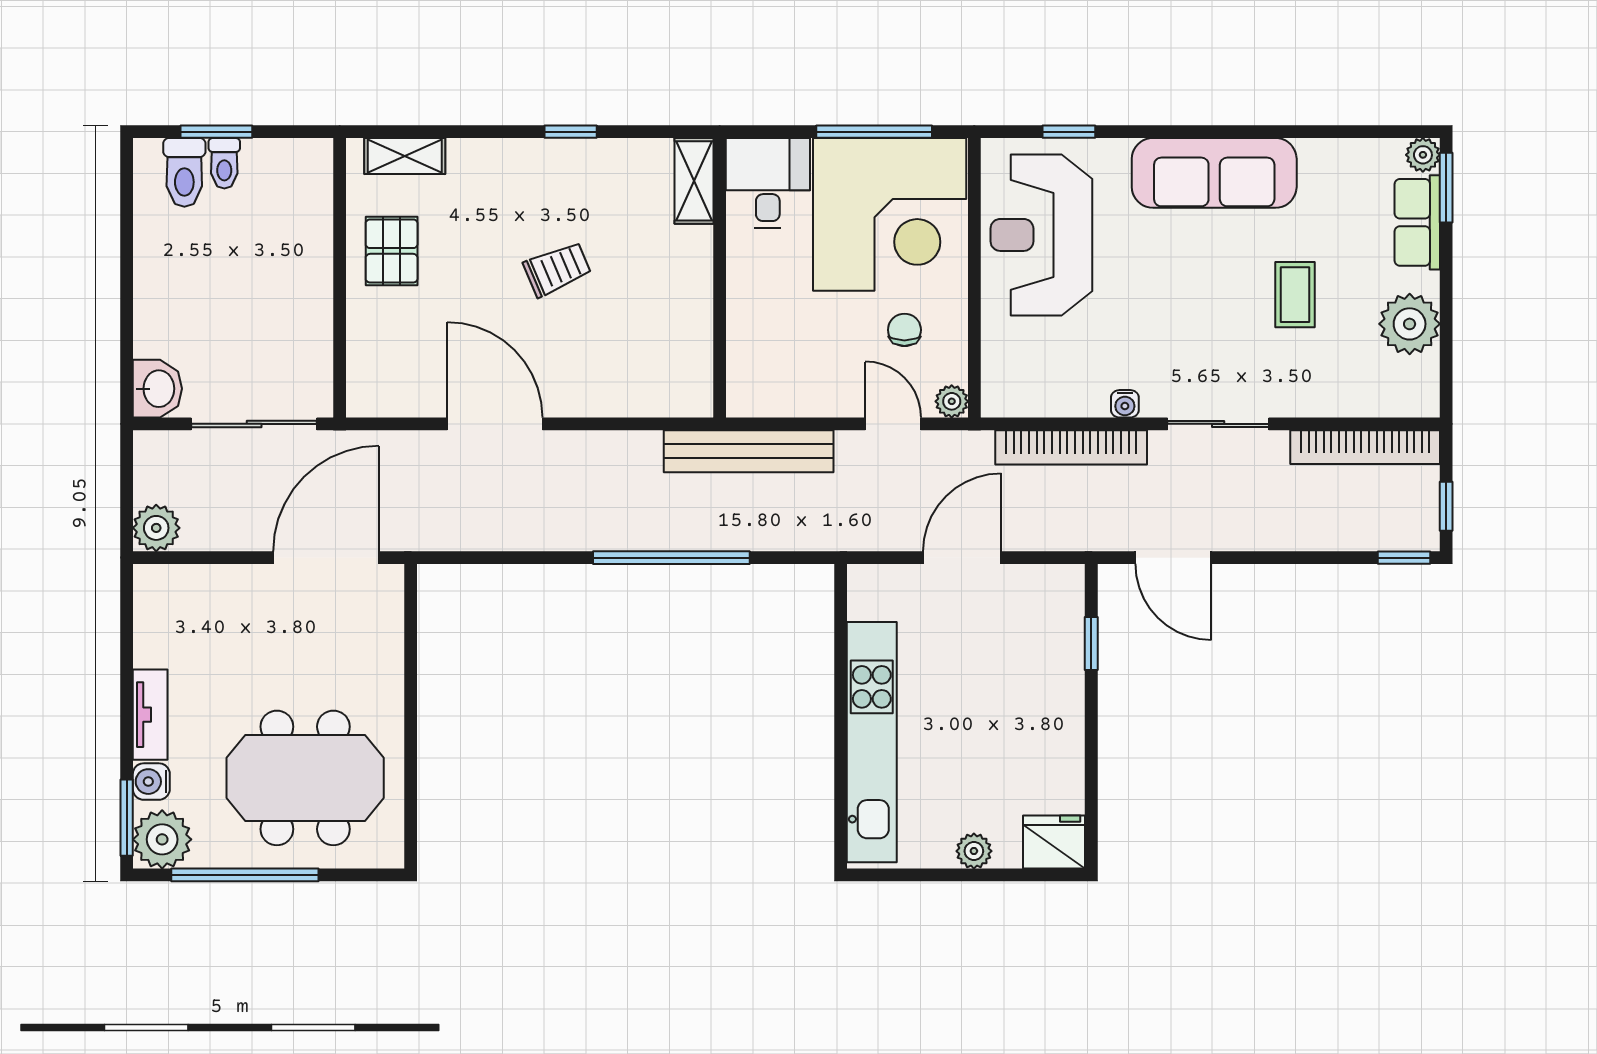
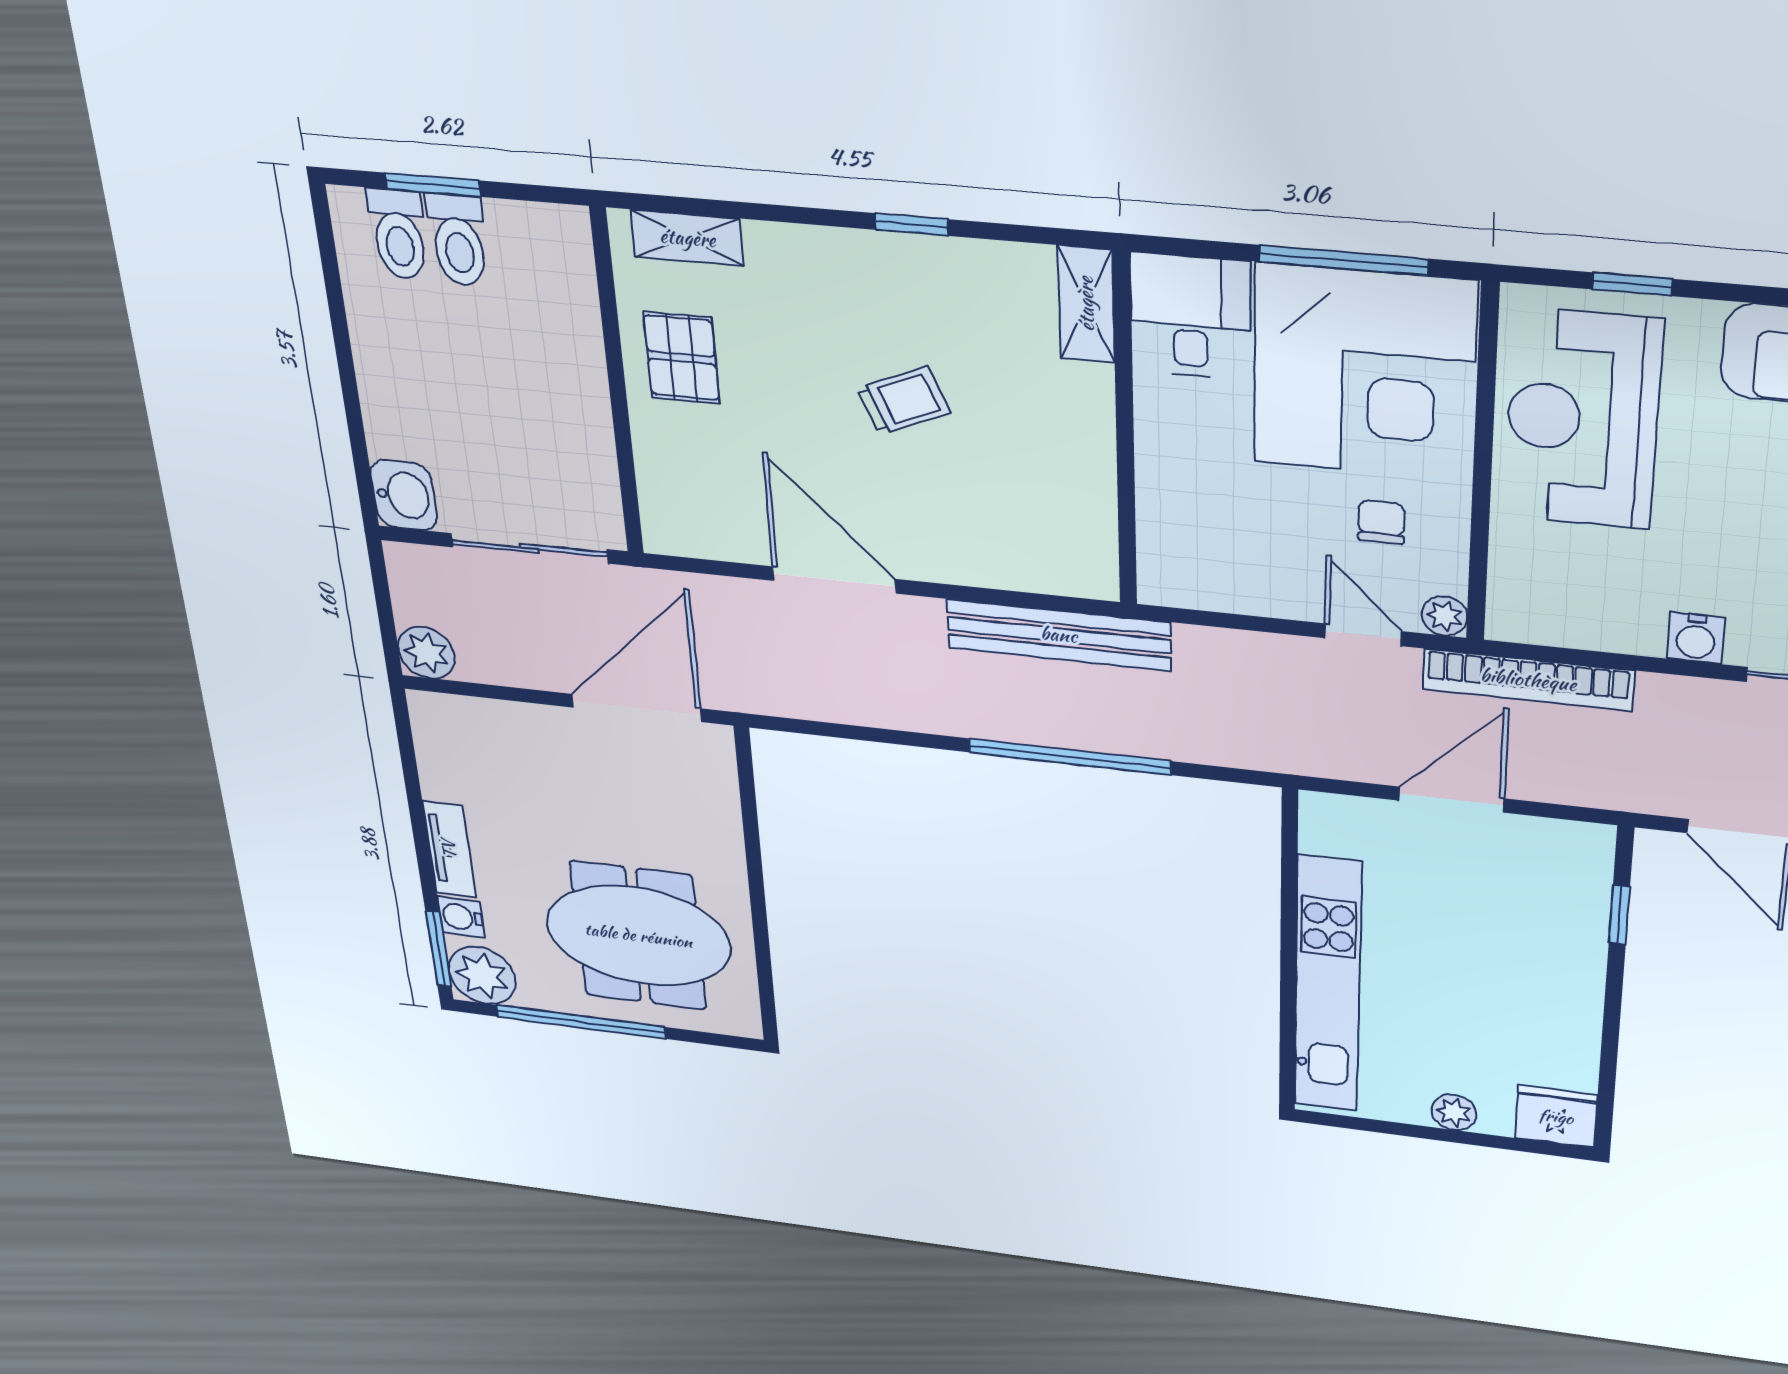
toilet: (224, 163) -> (458, 240), width x1.37, depth x1.39
water cooler: (1125, 404) -> (1696, 638), width x1.38, depth x1.38
bookcase: (1071, 447) -> (1528, 680), moved
bench: (749, 451) -> (1059, 635), moved

